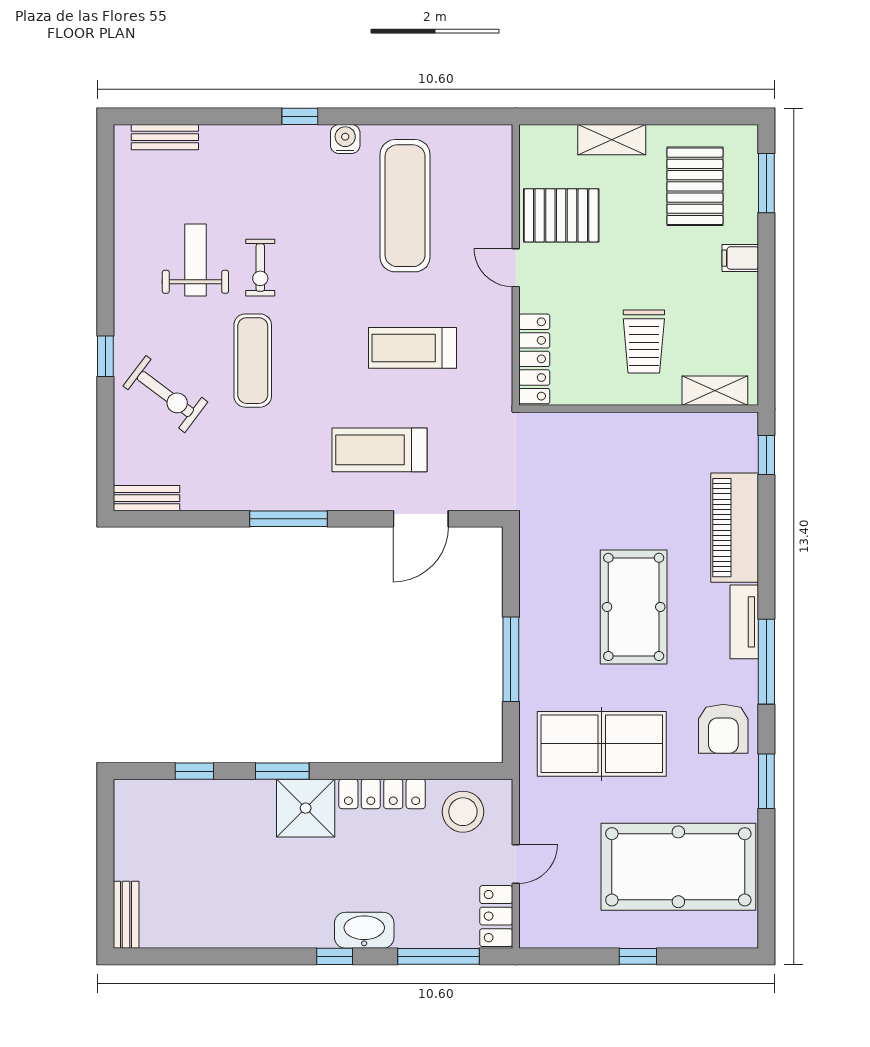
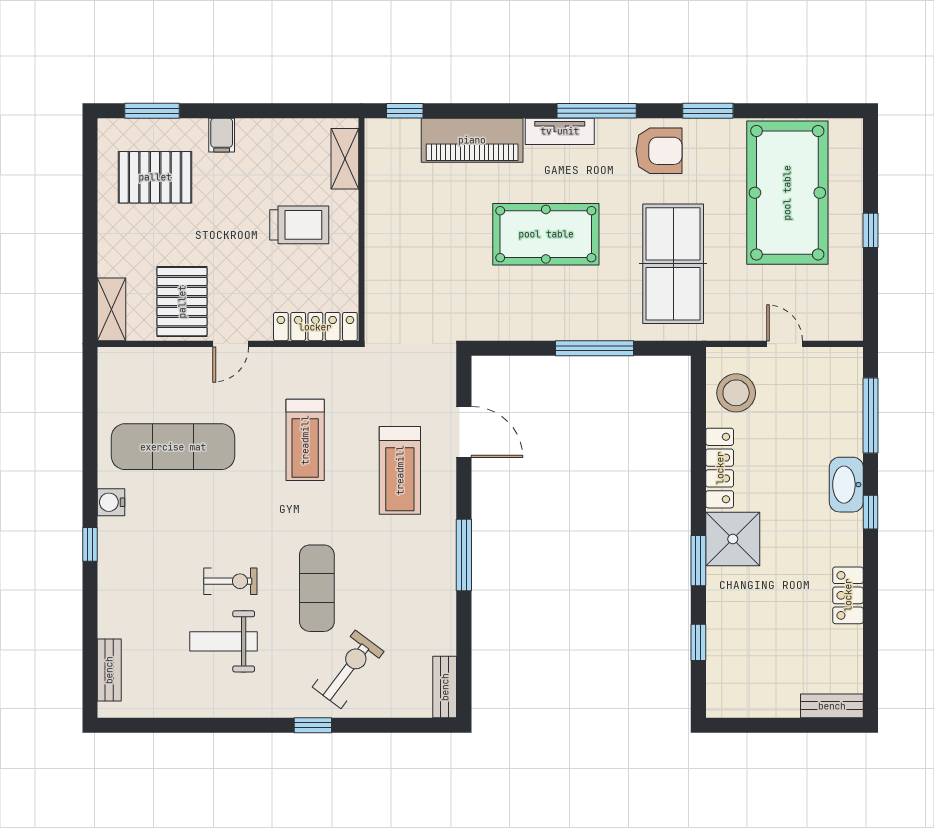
shelving: (612, 140) -> (112, 309), moved
exercise mat: (253, 361) -> (317, 588), turned 90
locker: (496, 916) -> (848, 595), moved, turned 90

